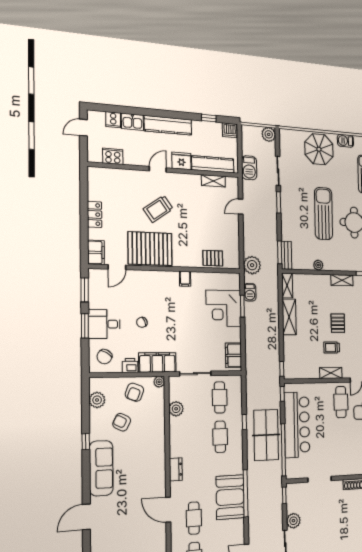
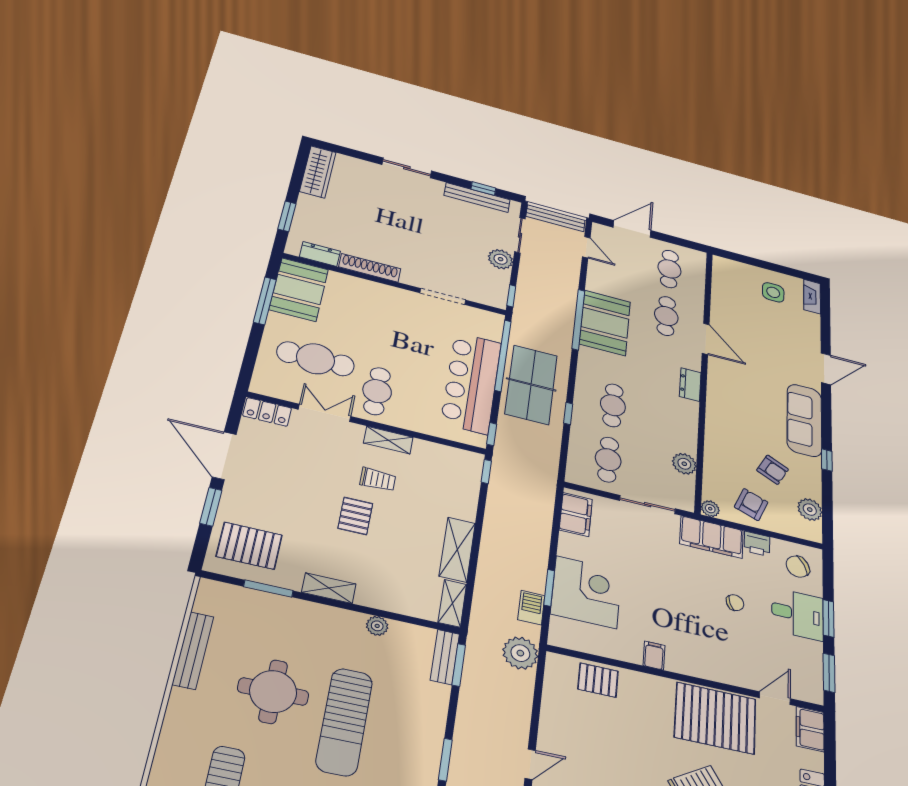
chair: (104, 357) -> (798, 567), turned -150

